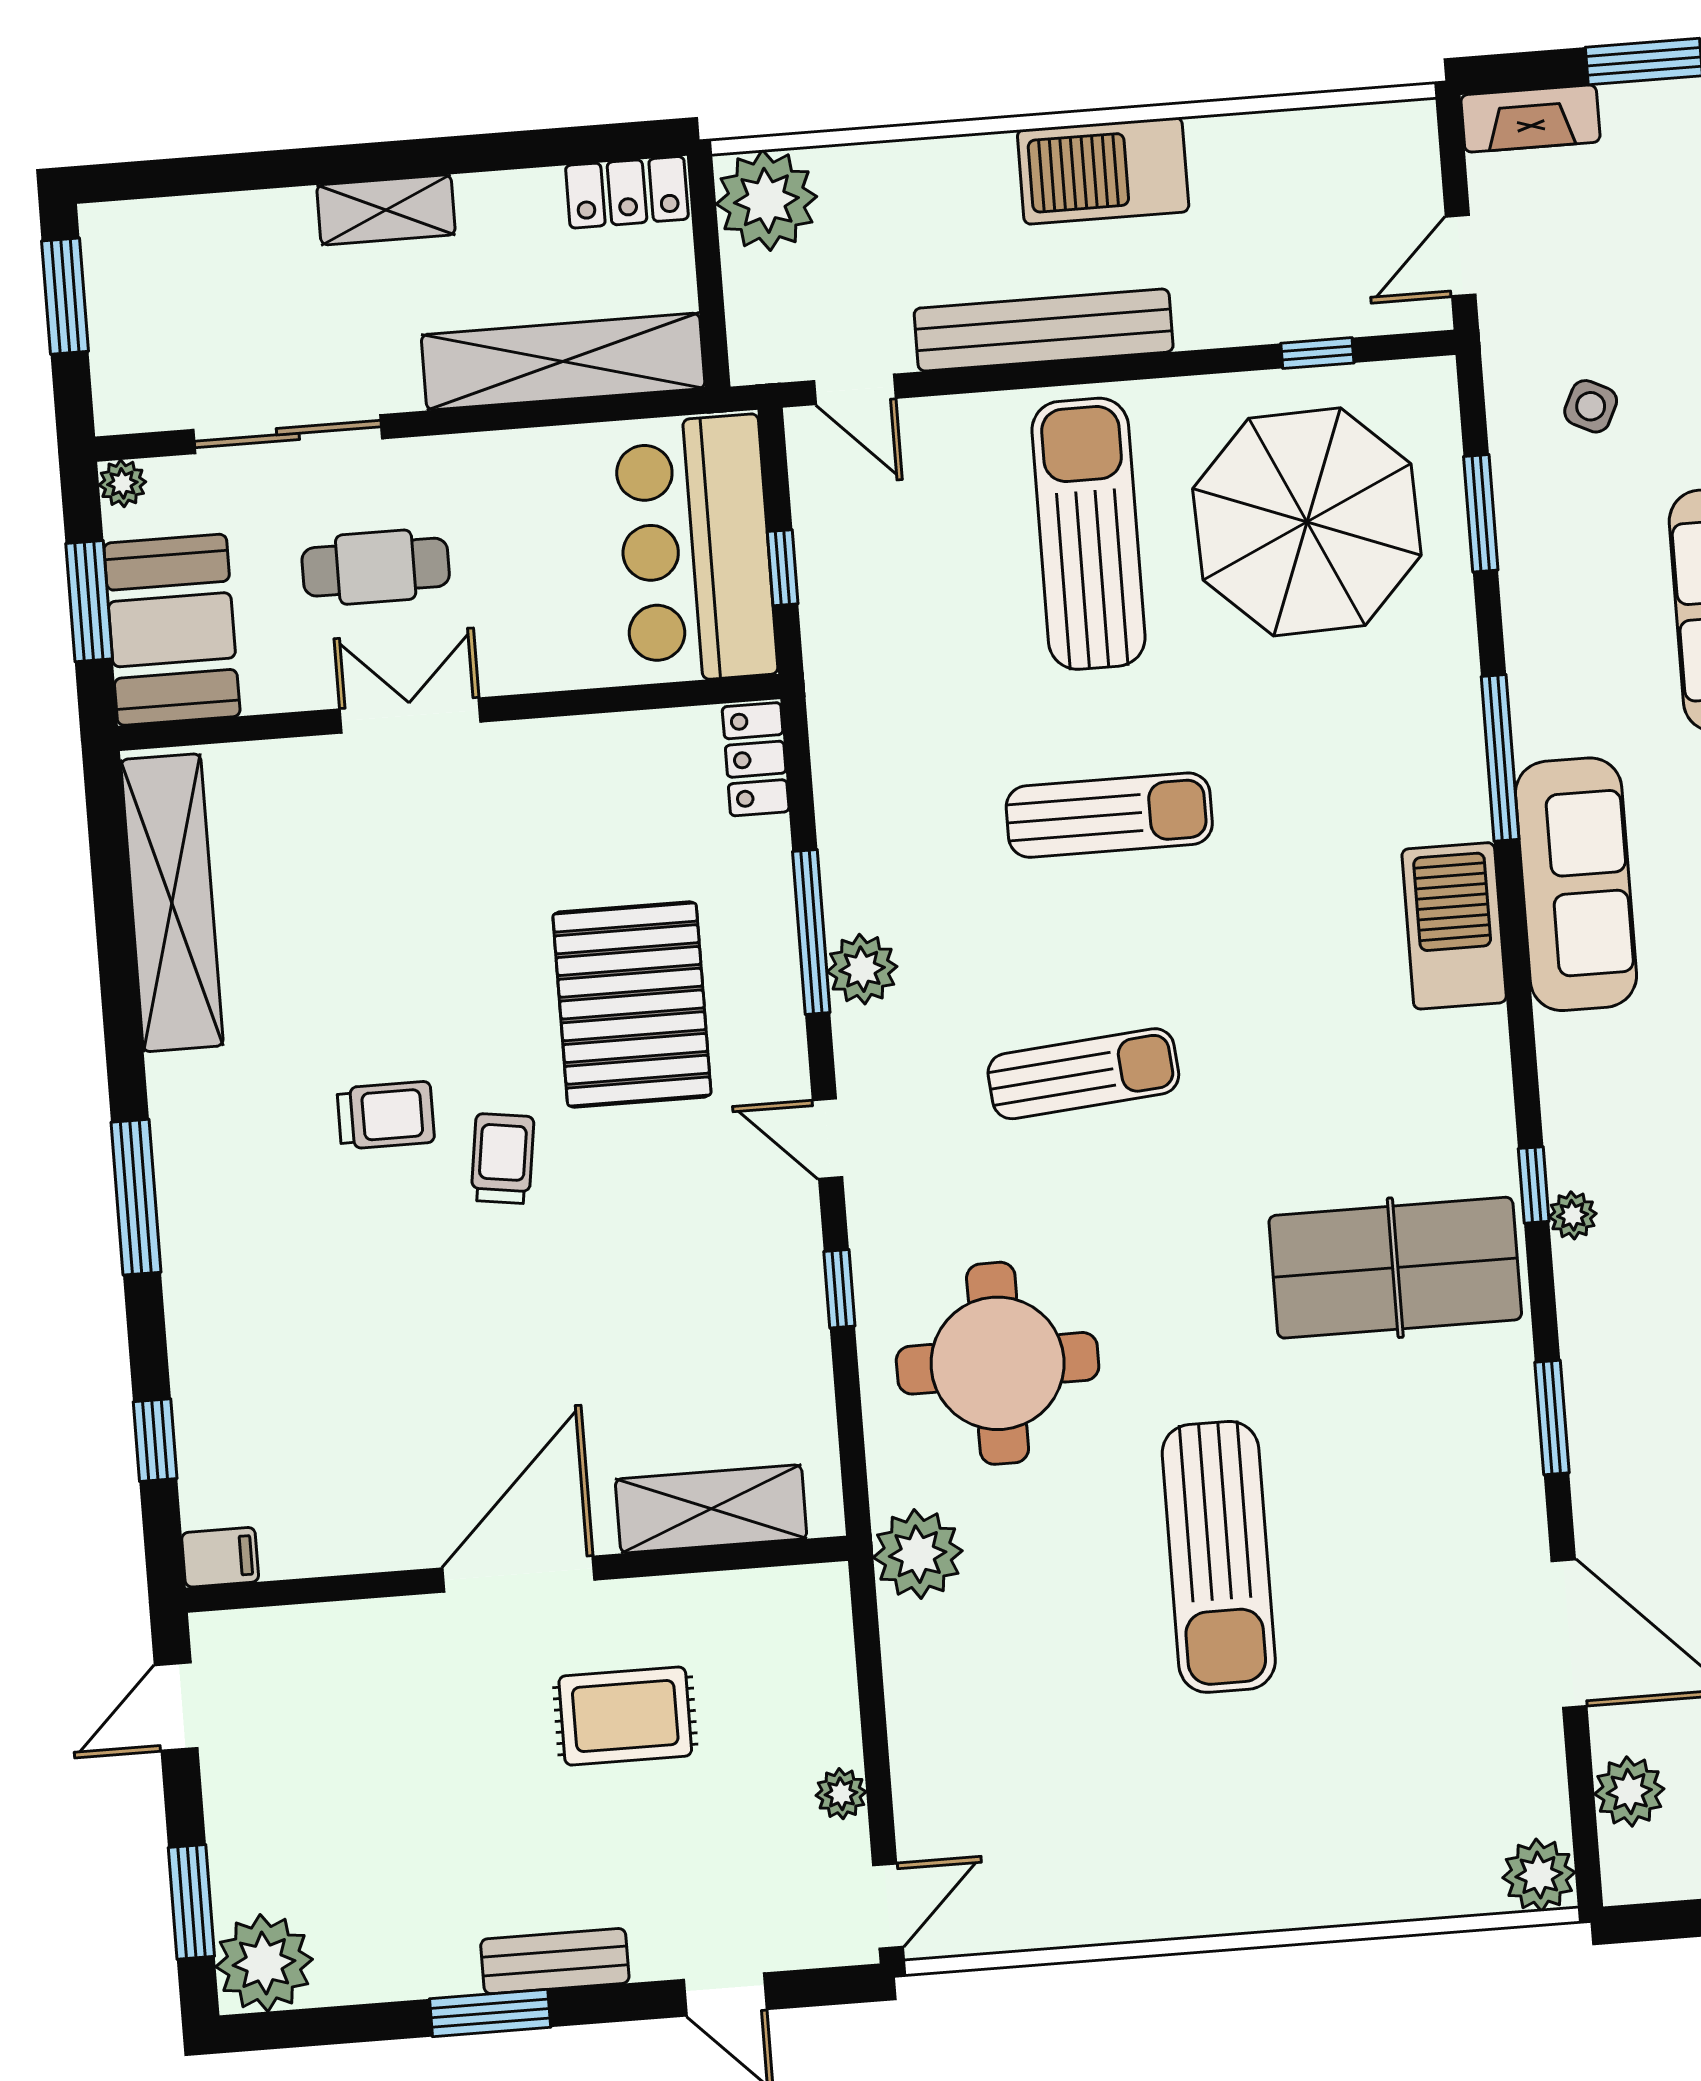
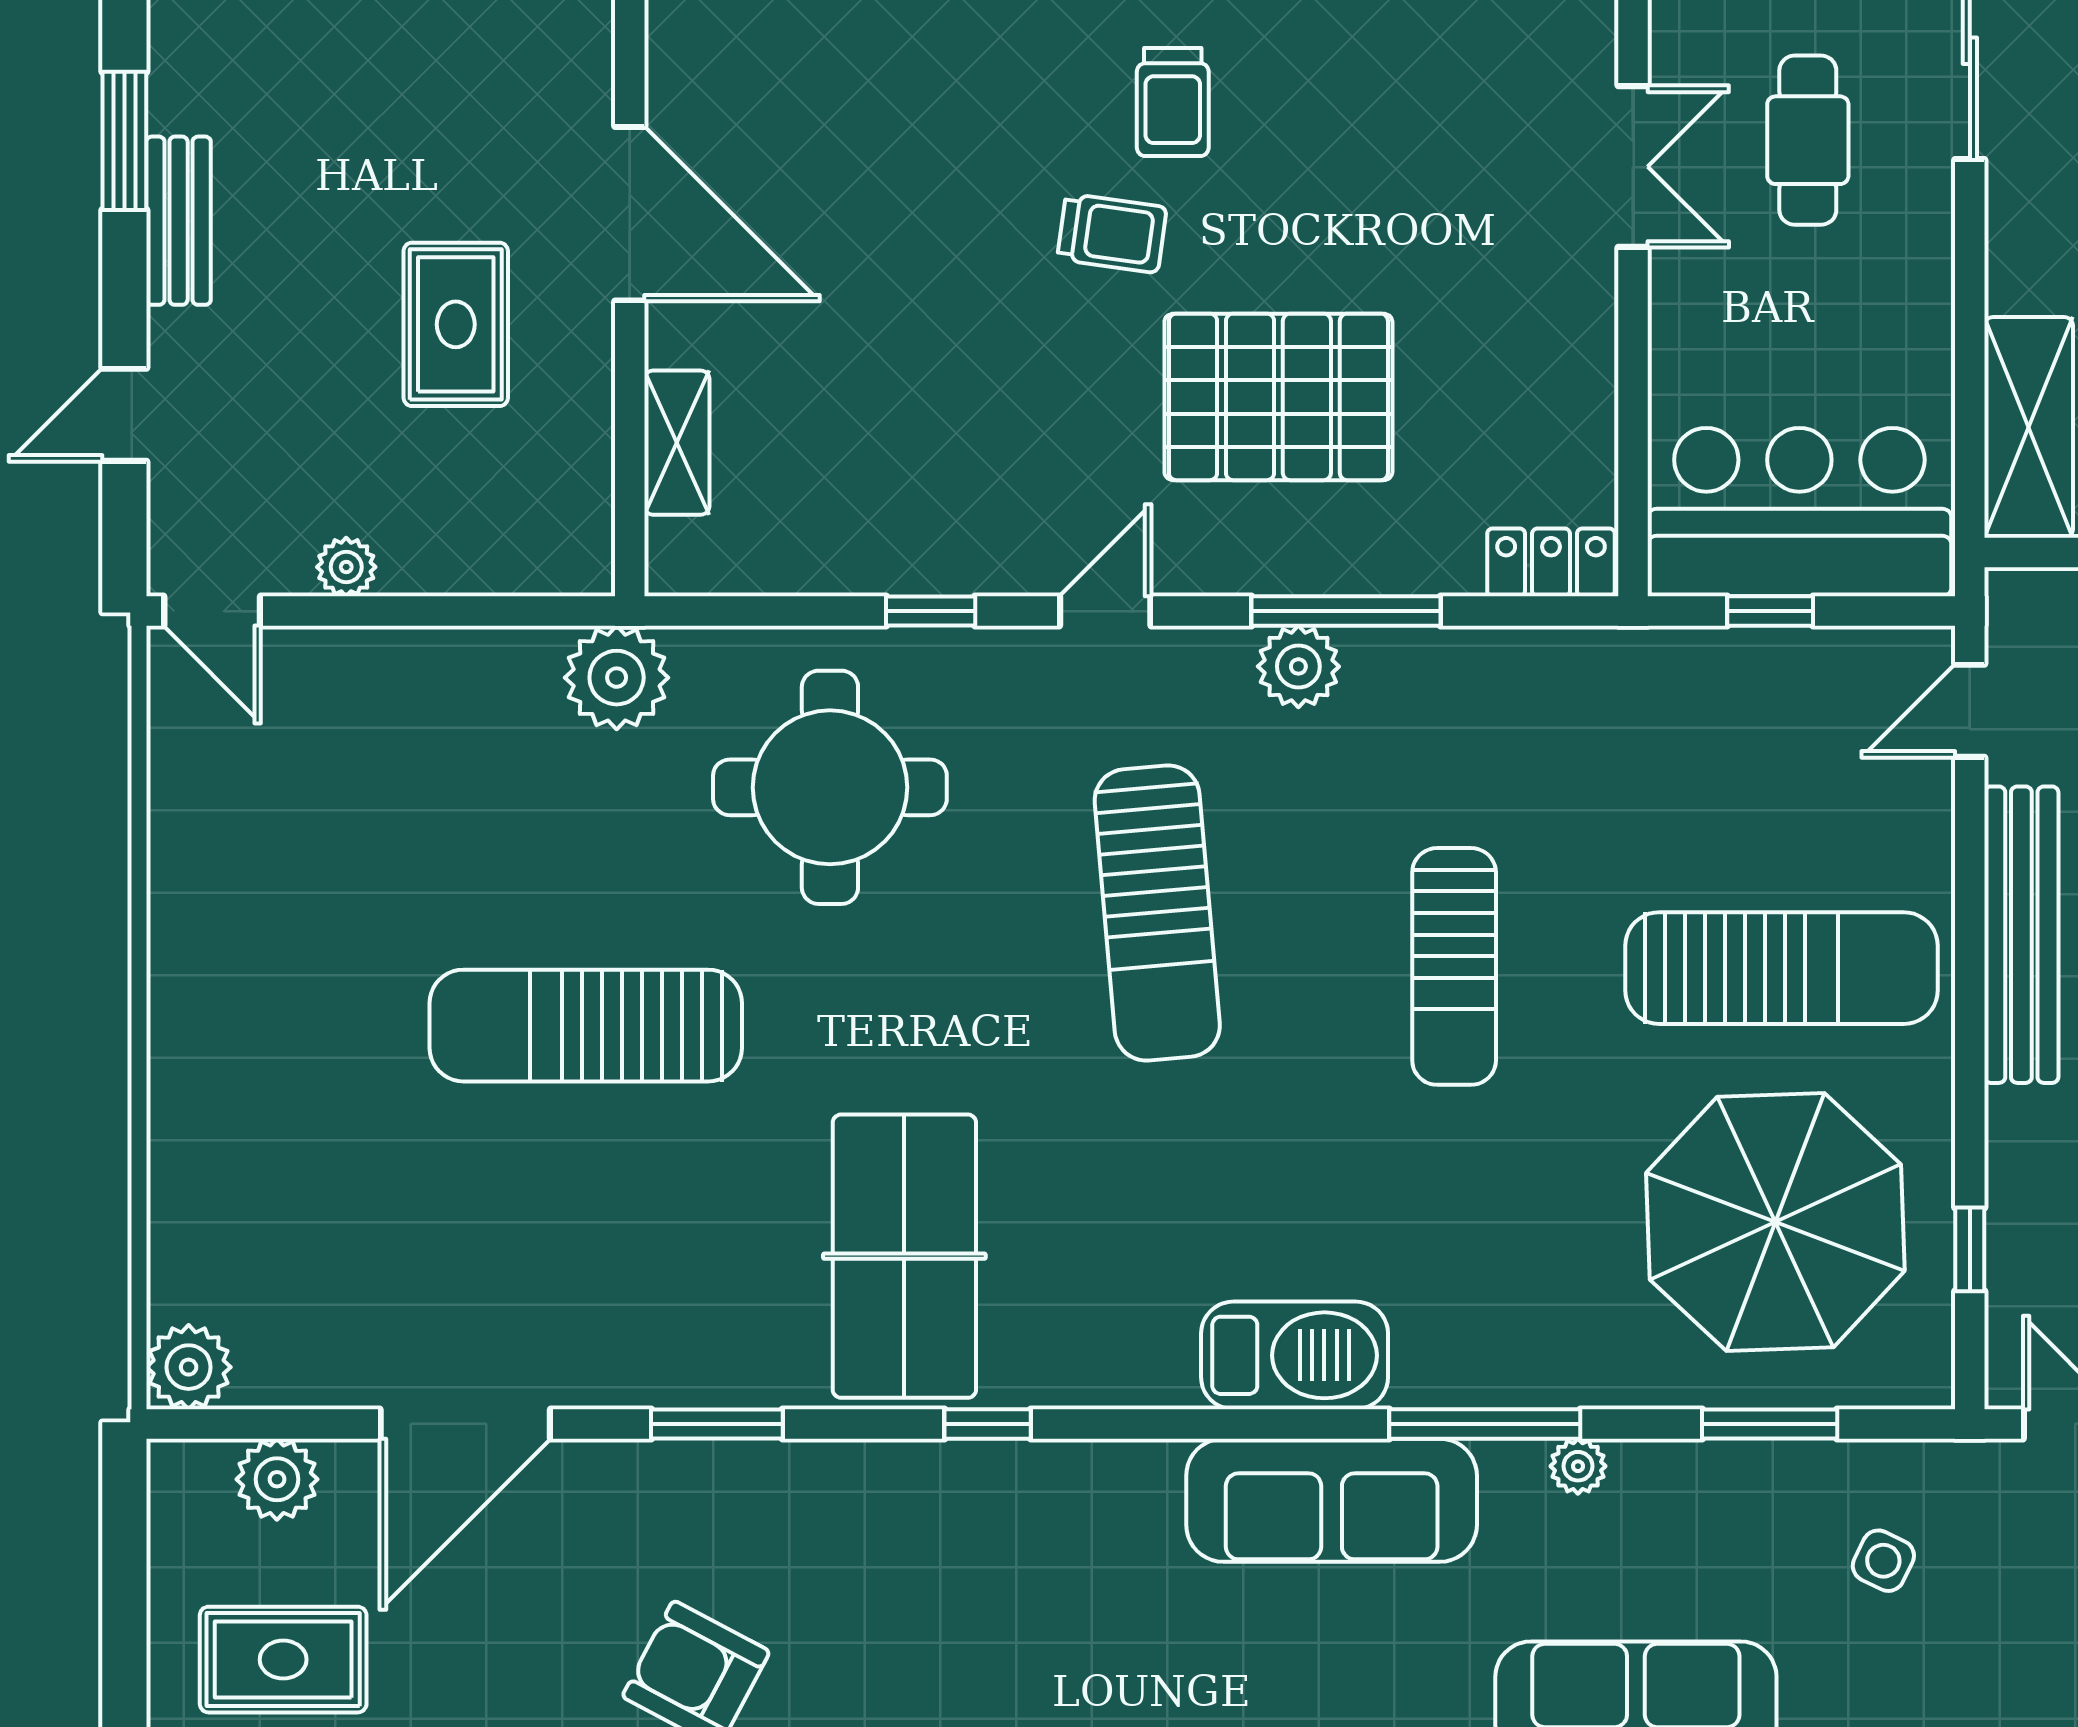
shelving: (563, 362) -> (2029, 427), width x0.68
sun lounger: (1083, 1074) -> (1157, 913), width x1.36, depth x1.34
plant: (1573, 1215) -> (1578, 1466), moved
shelving: (711, 1509) -> (677, 443), width x0.67, depth x0.75

